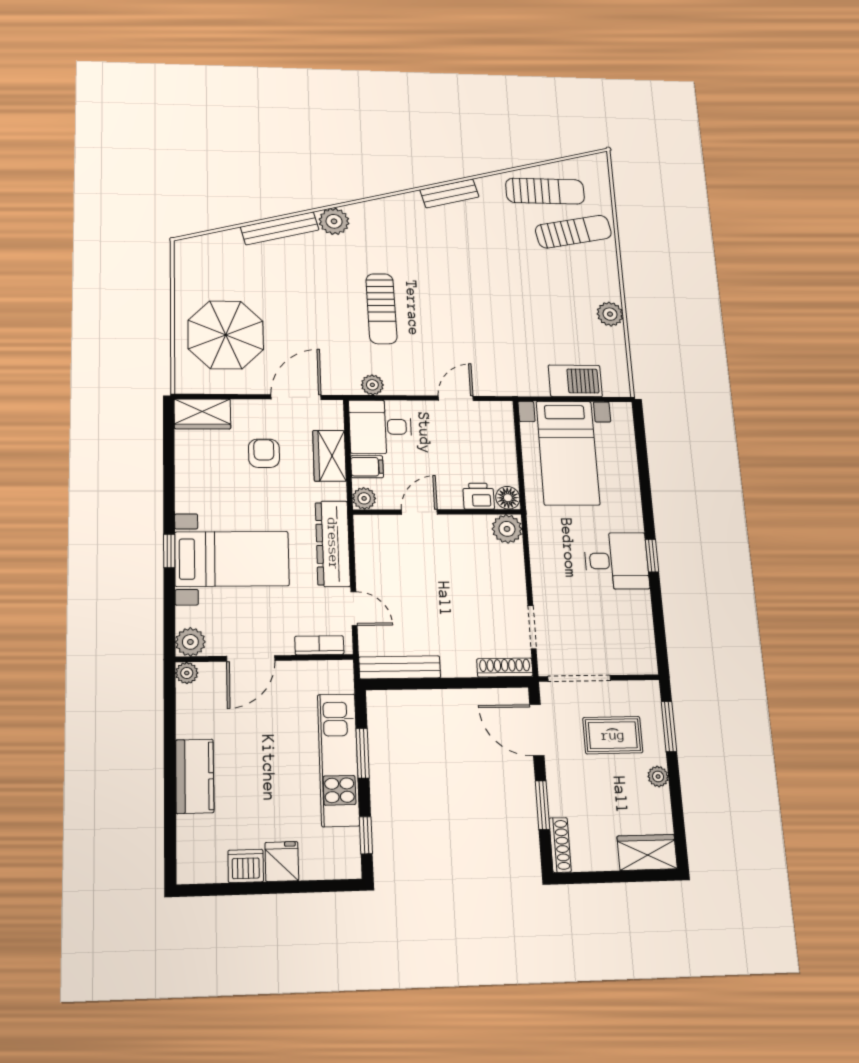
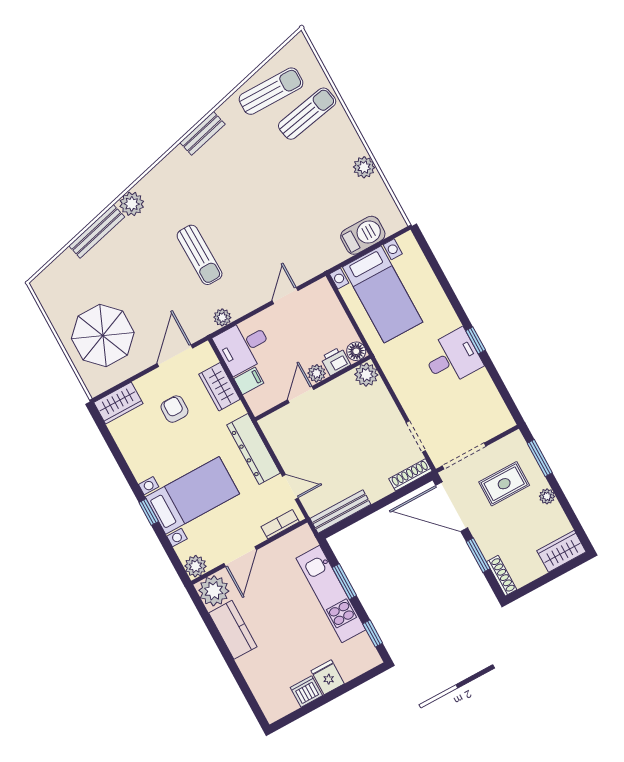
plant: (364, 498) -> (317, 373), moved
plant: (187, 673) -> (214, 591), width x1.88, depth x1.88
door: (537, 730) -> (452, 507), width x1.36
kitchen counter: (195, 776) -> (233, 630), moved

